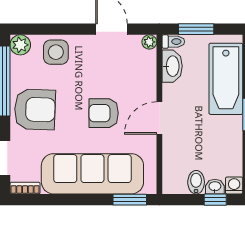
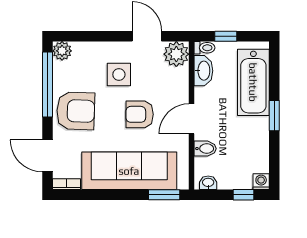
window: (196, 29) -> (226, 36), width x0.67
plant: (149, 42) -> (176, 54), width x1.88, depth x1.88
side table: (56, 52) -> (119, 75), moved
bidet: (196, 182) -> (205, 149), moved, turned 90
washbasin: (215, 187) -> (208, 183), moved

